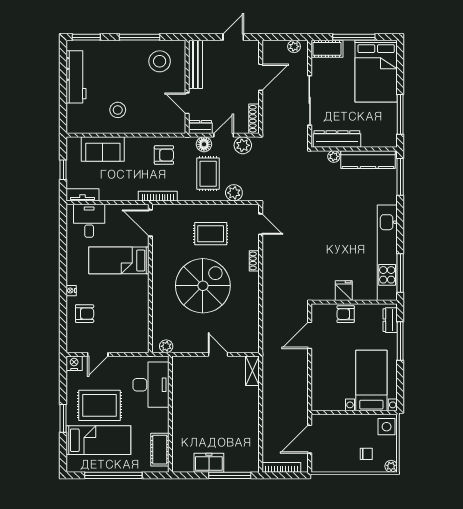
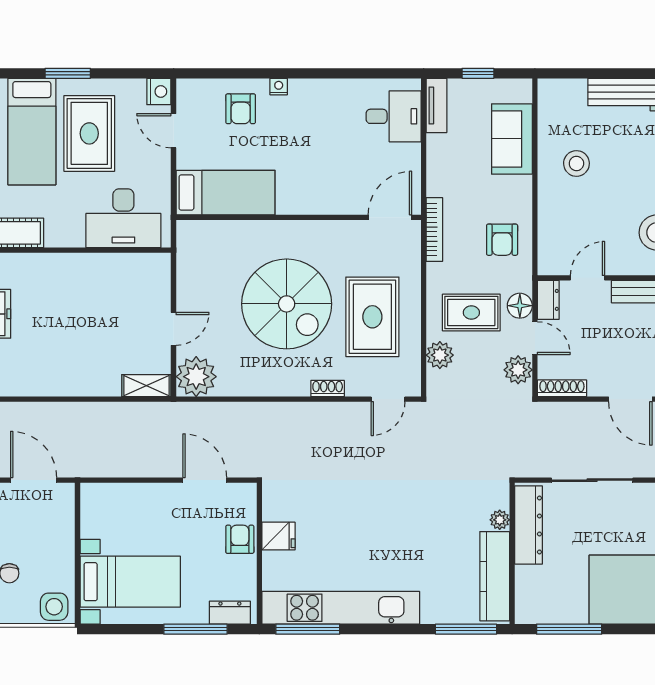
rug: (211, 234) -> (372, 317), width x1.36, depth x1.43
bed: (119, 260) -> (226, 193), moved, turned 90
plant: (166, 346) -> (196, 377), moved, width x1.88, depth x1.88

